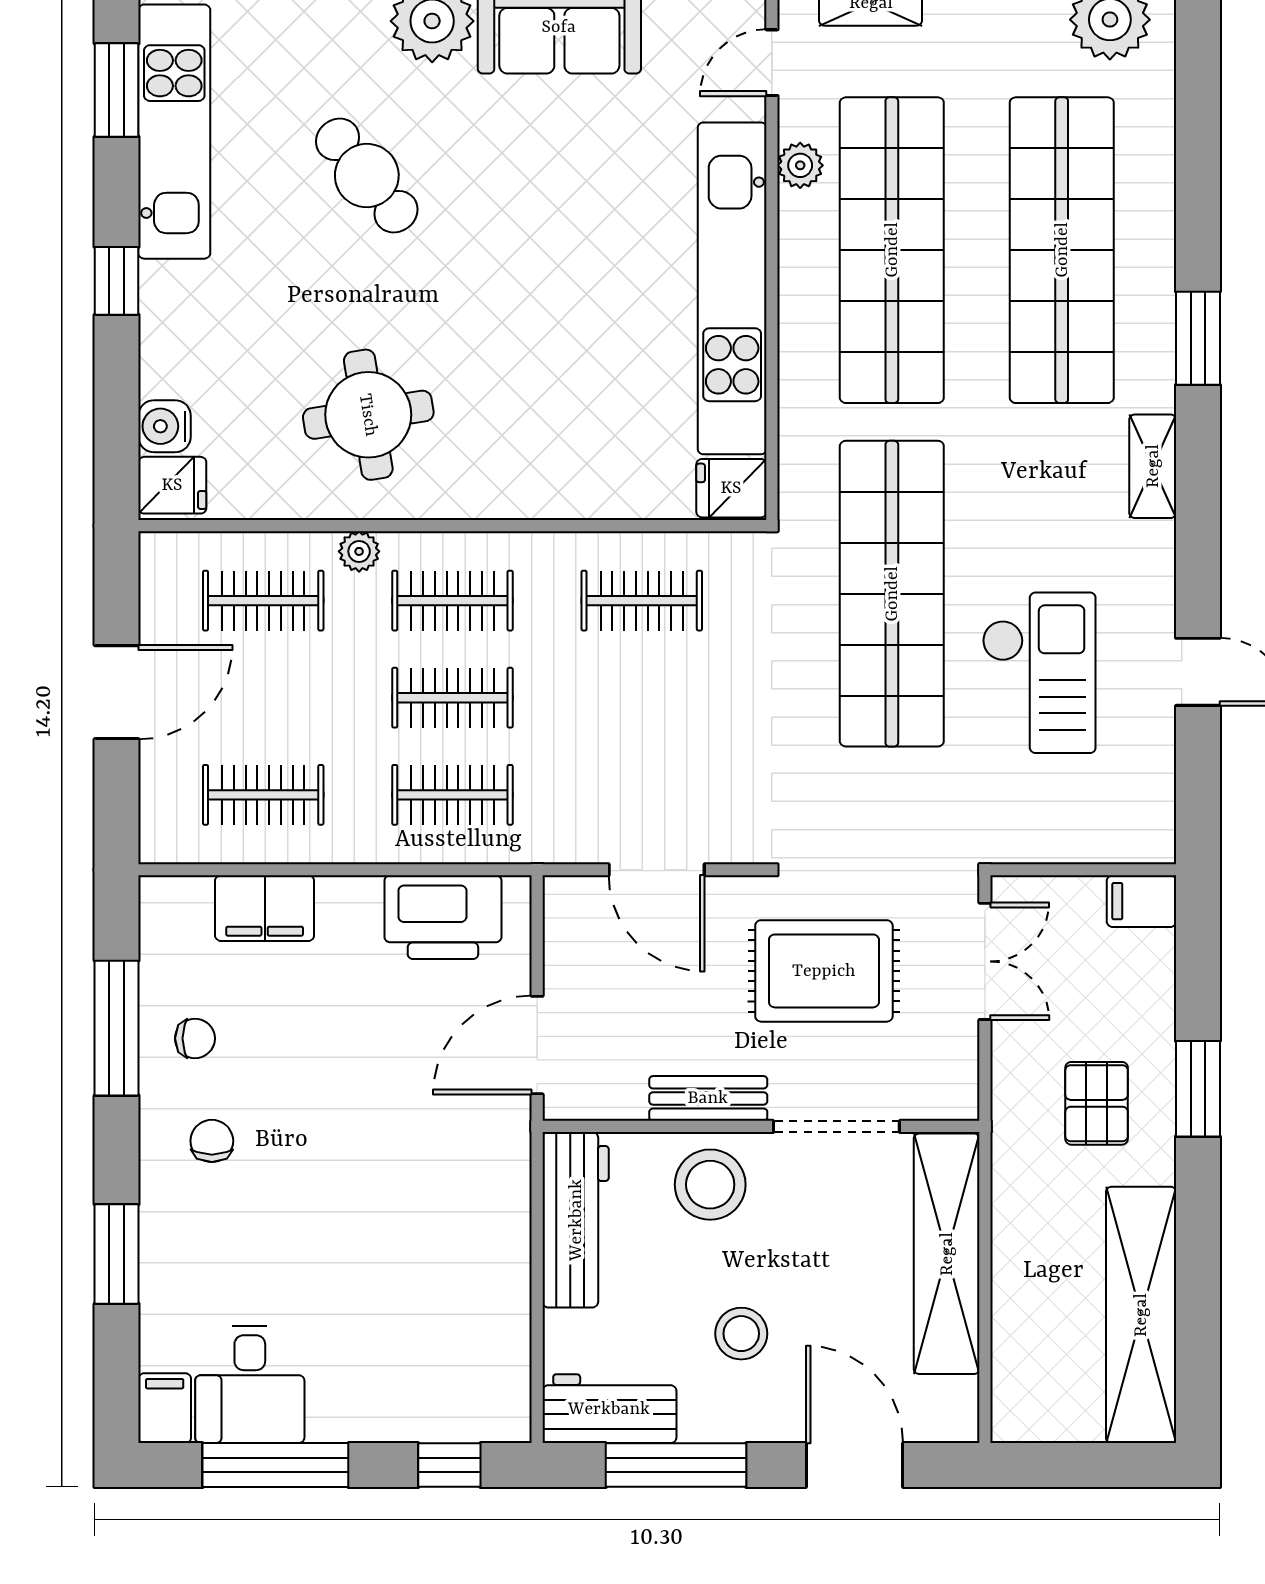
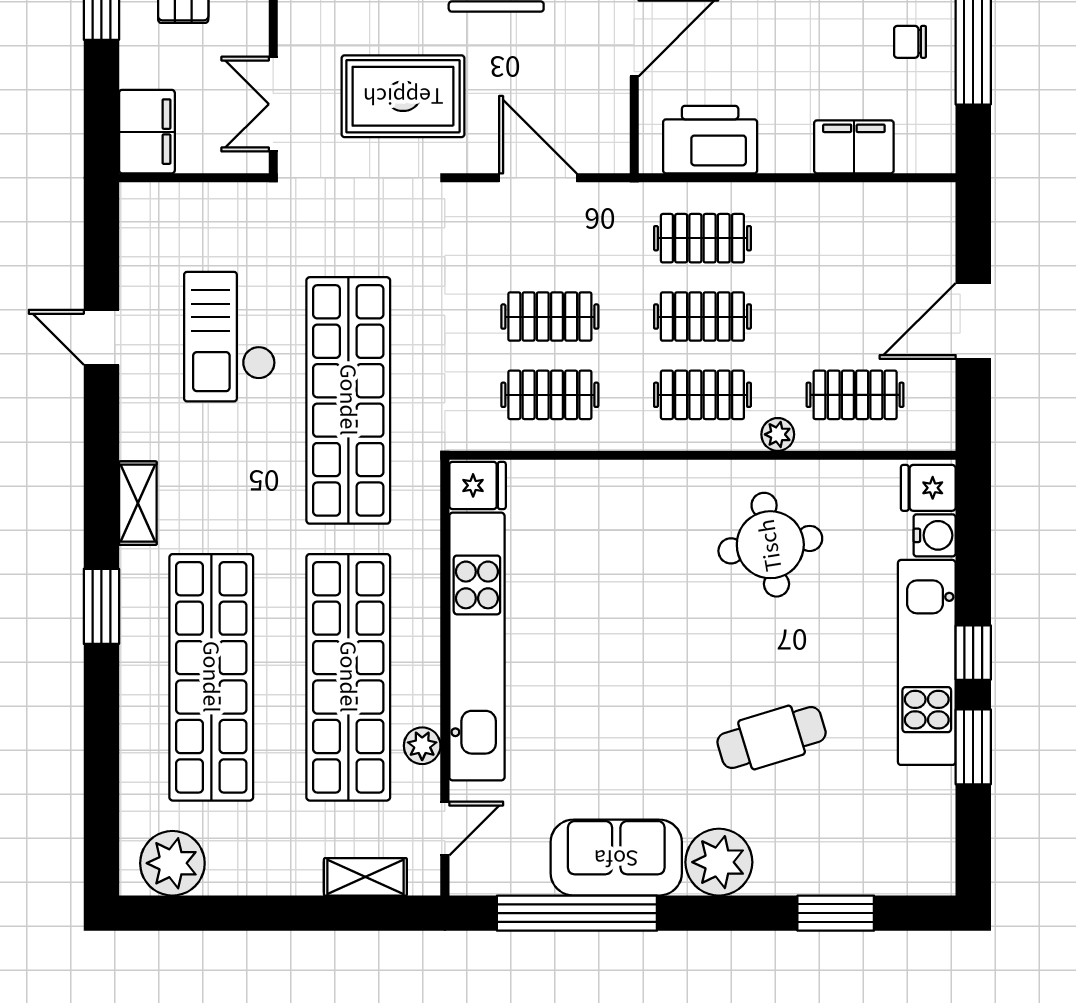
window: (117, 90) -> (973, 747), moved
kitchen unit: (174, 132) -> (927, 662), moved
cafe table: (367, 176) -> (772, 738), turned -68
clothes rail: (263, 795) -> (550, 317), moved
filing cabinet: (1142, 901) -> (147, 132), width x2.00

